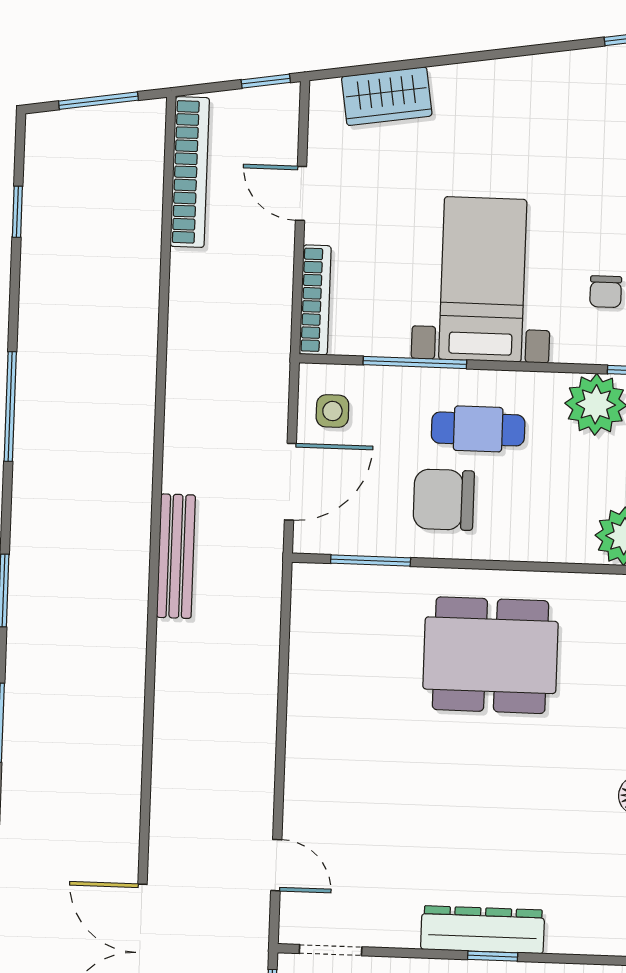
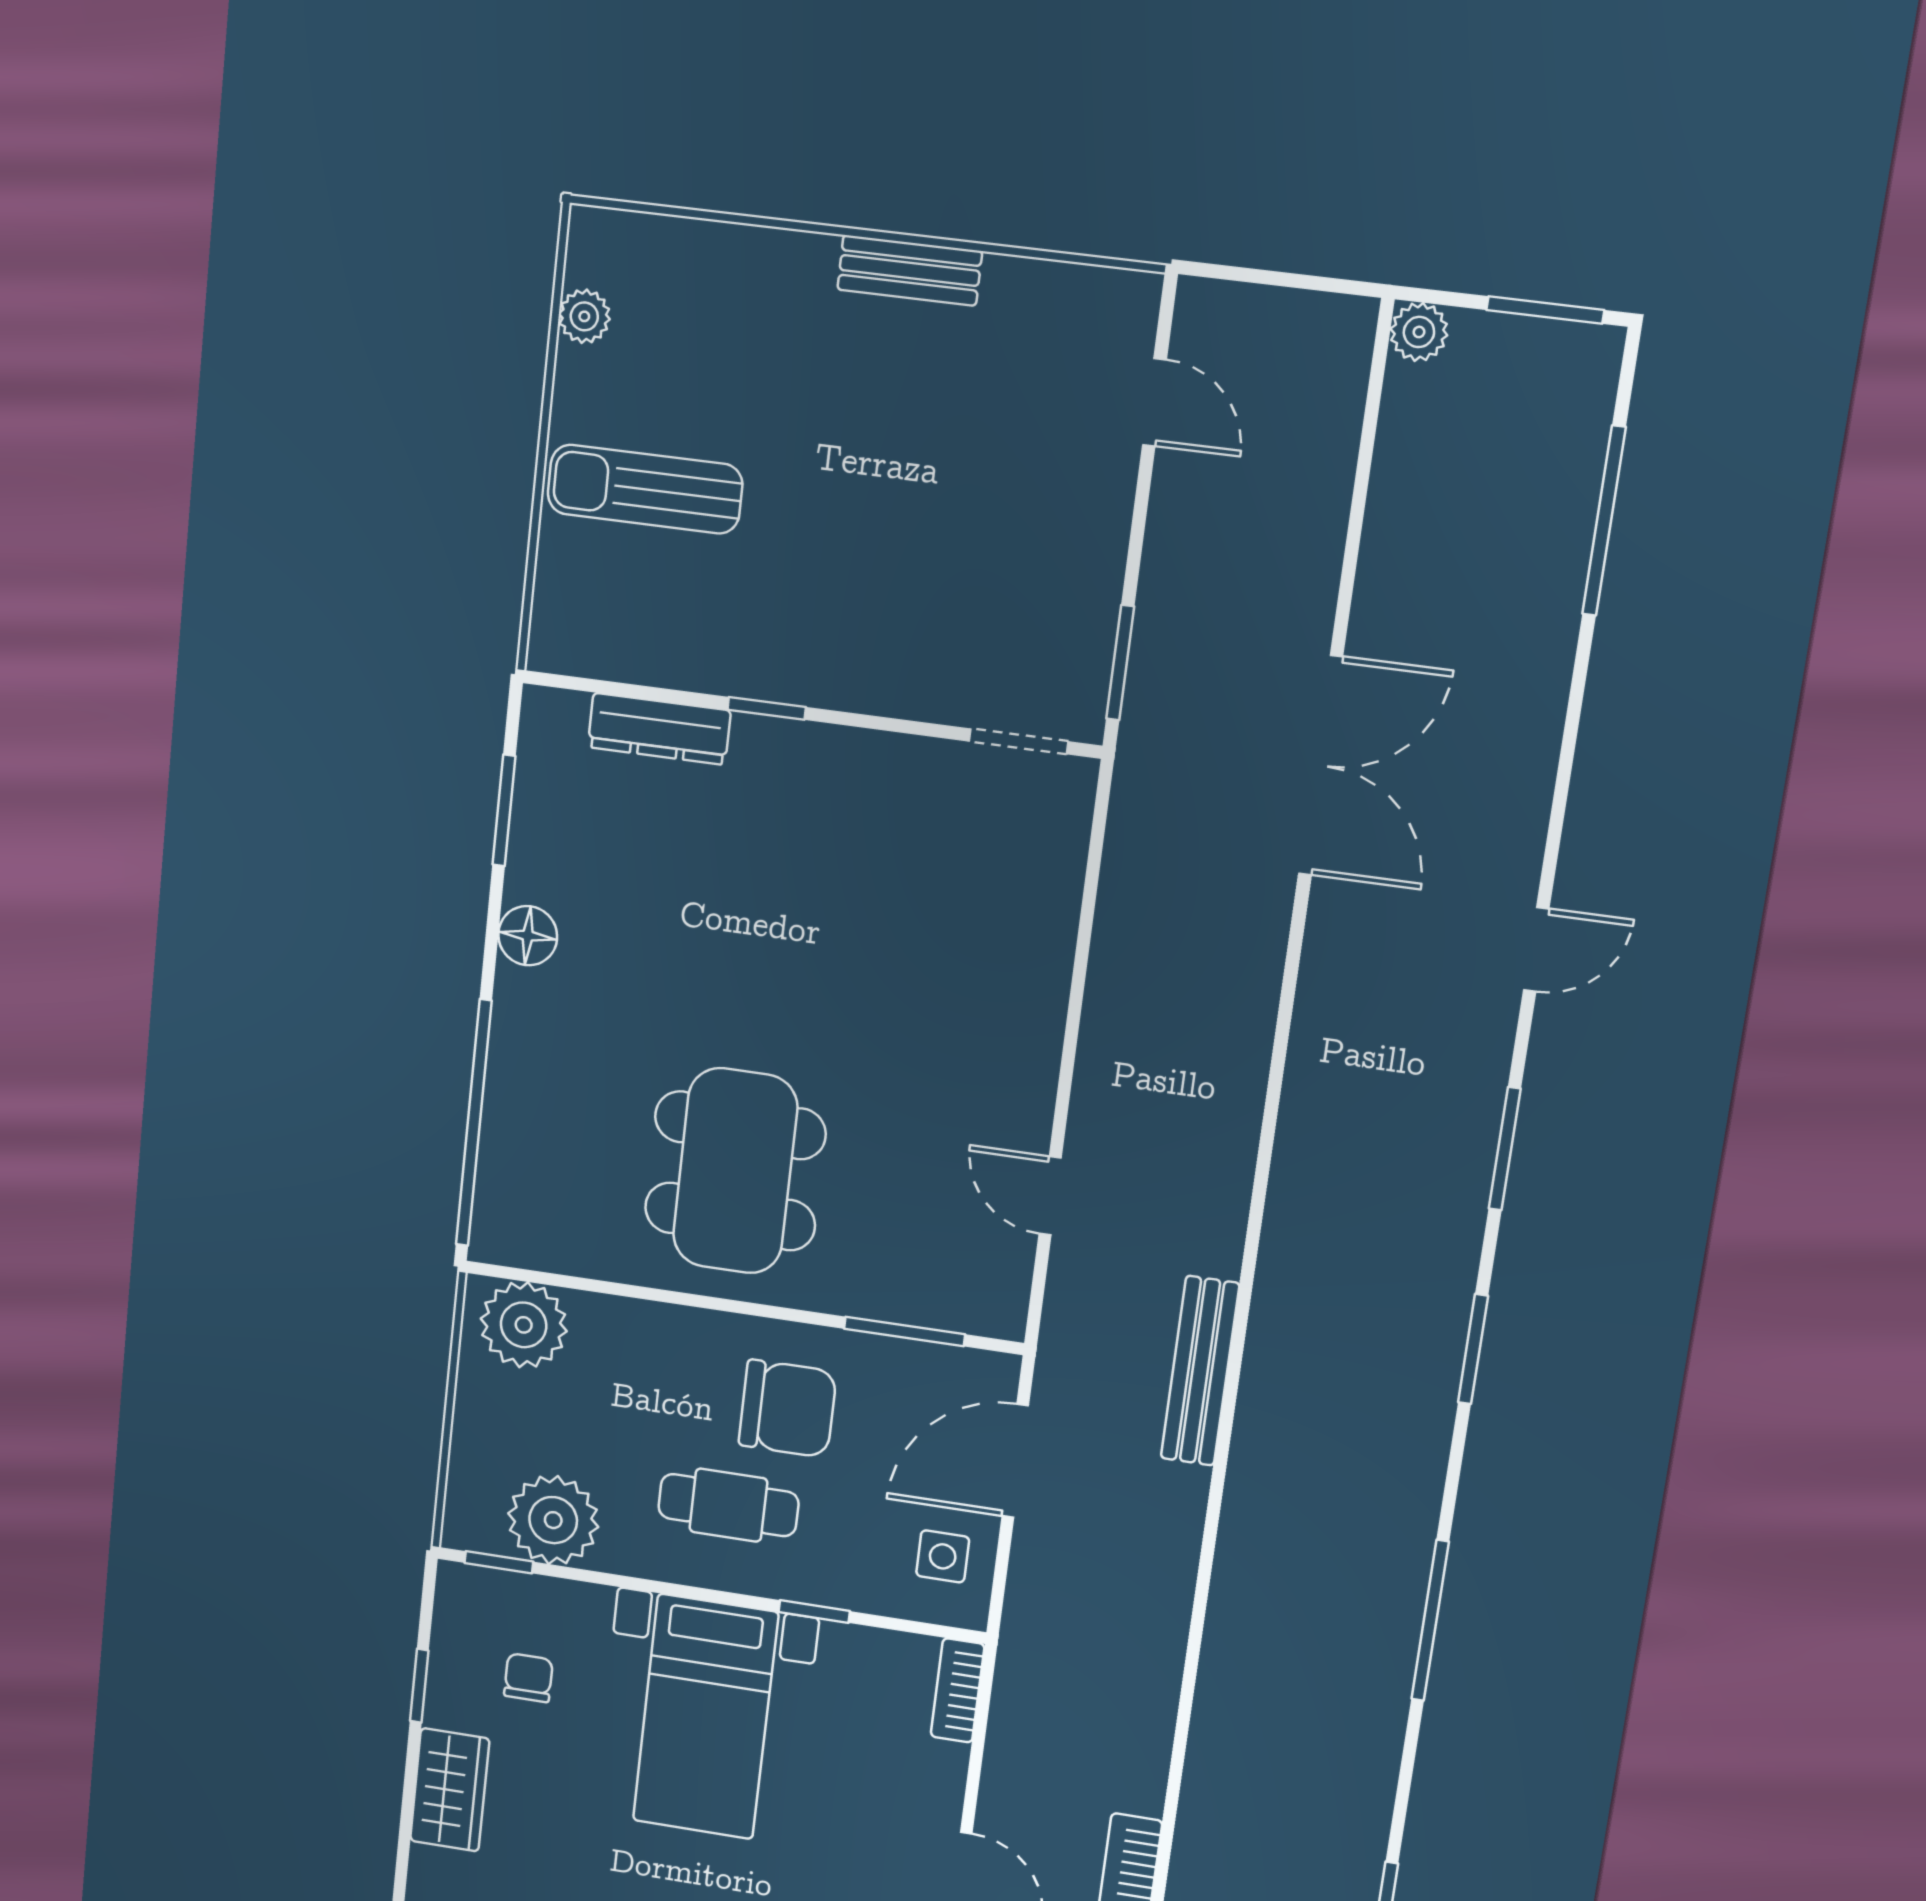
bookcase: (315, 300) -> (958, 1690), width x0.64
window: (415, 362) -> (814, 1611), width x0.46
dining table: (490, 655) -> (735, 1171), turned 90
door: (276, 865) -> (1050, 1196), moved
dresser: (483, 930) -> (659, 729), moved, width x0.73, depth x0.80

